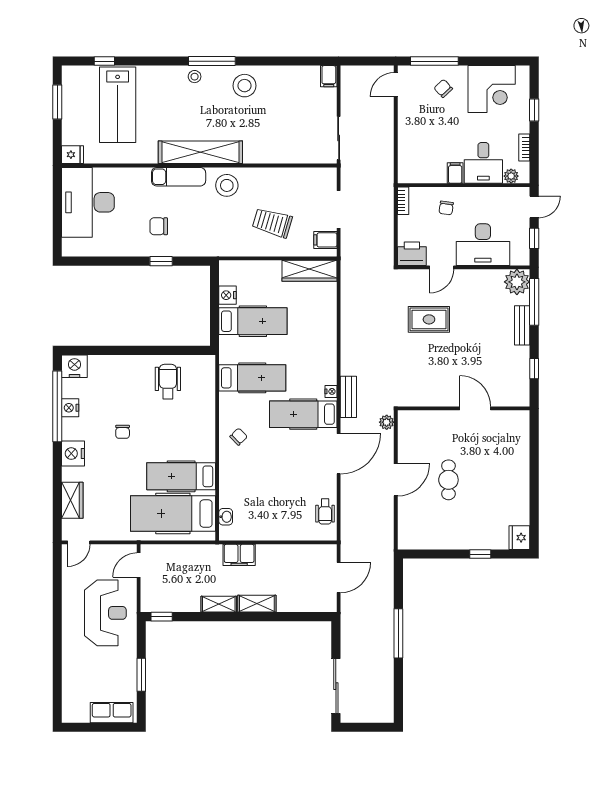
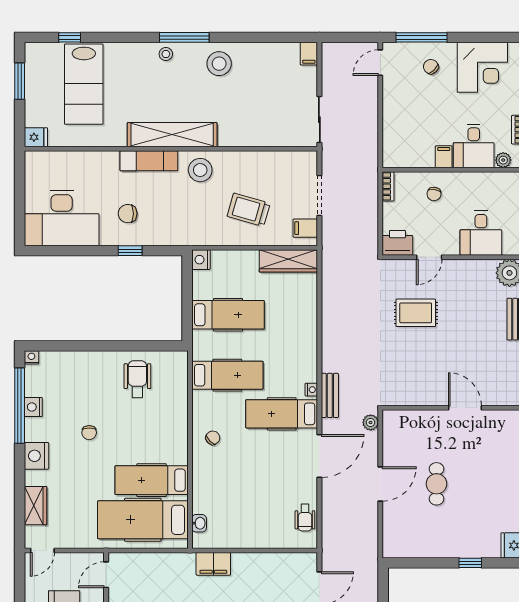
desk: (88, 202) -> (62, 218), moved, turned -90
desk: (483, 245) -> (481, 233), width x0.73
nightstand: (227, 295) -> (201, 260), moved
nightstand: (74, 366) -> (31, 357), width x0.53, depth x0.56

